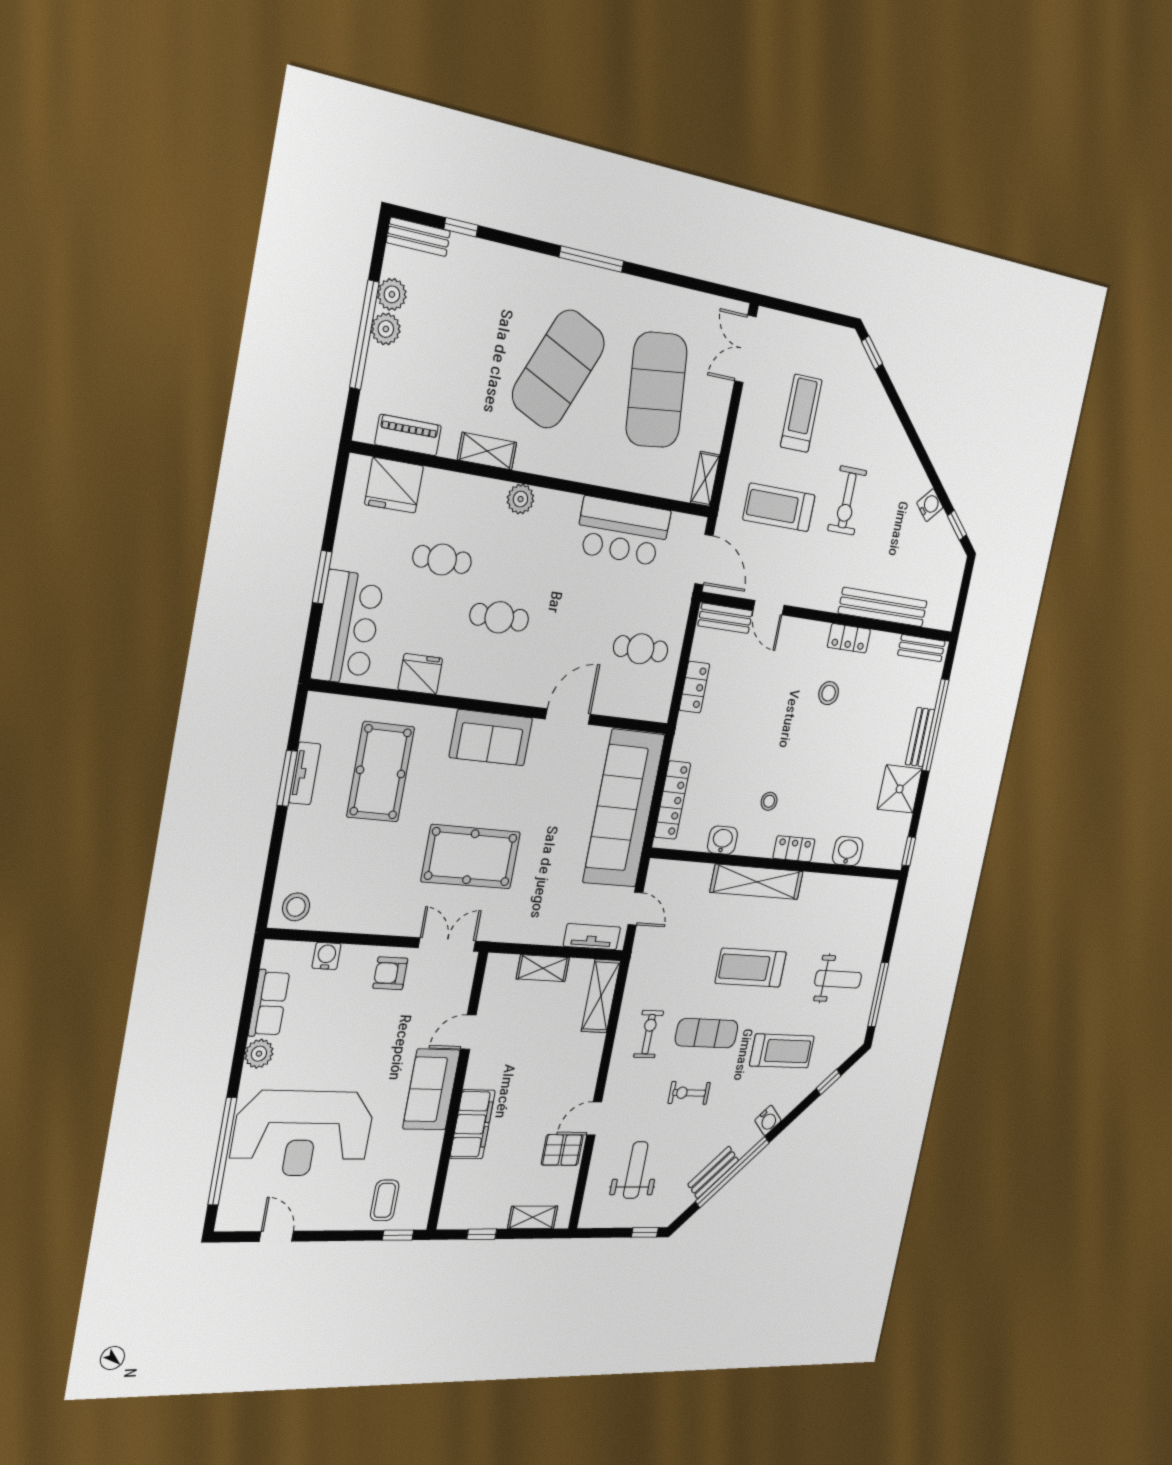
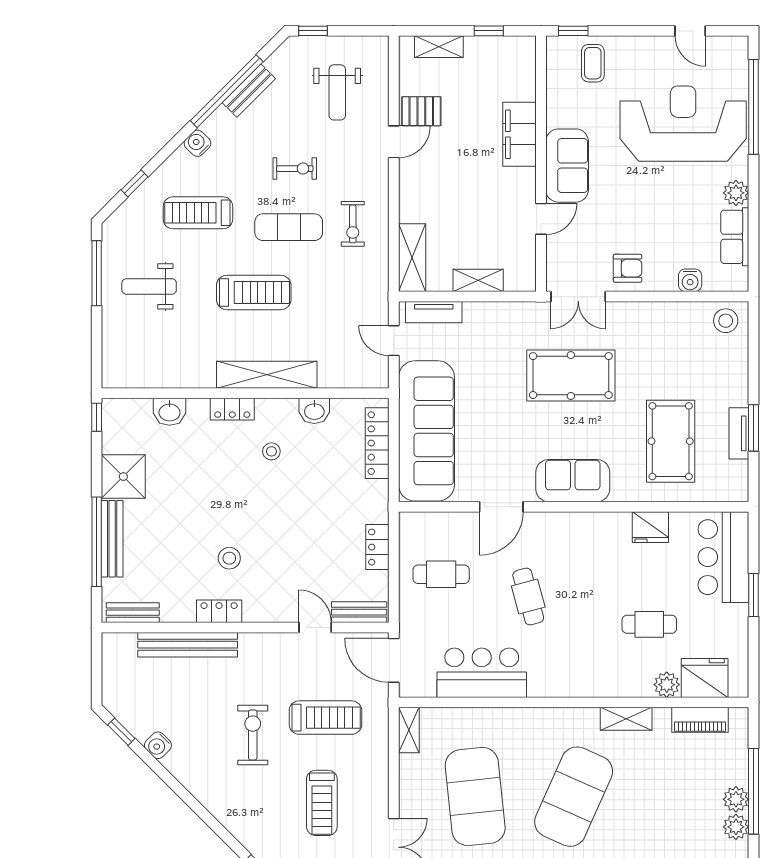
plant: (520, 499) -> (667, 685), moved
cafe table: (499, 617) -> (528, 597), moved, turned 75
bench: (920, 737) -> (112, 539), width x1.36

